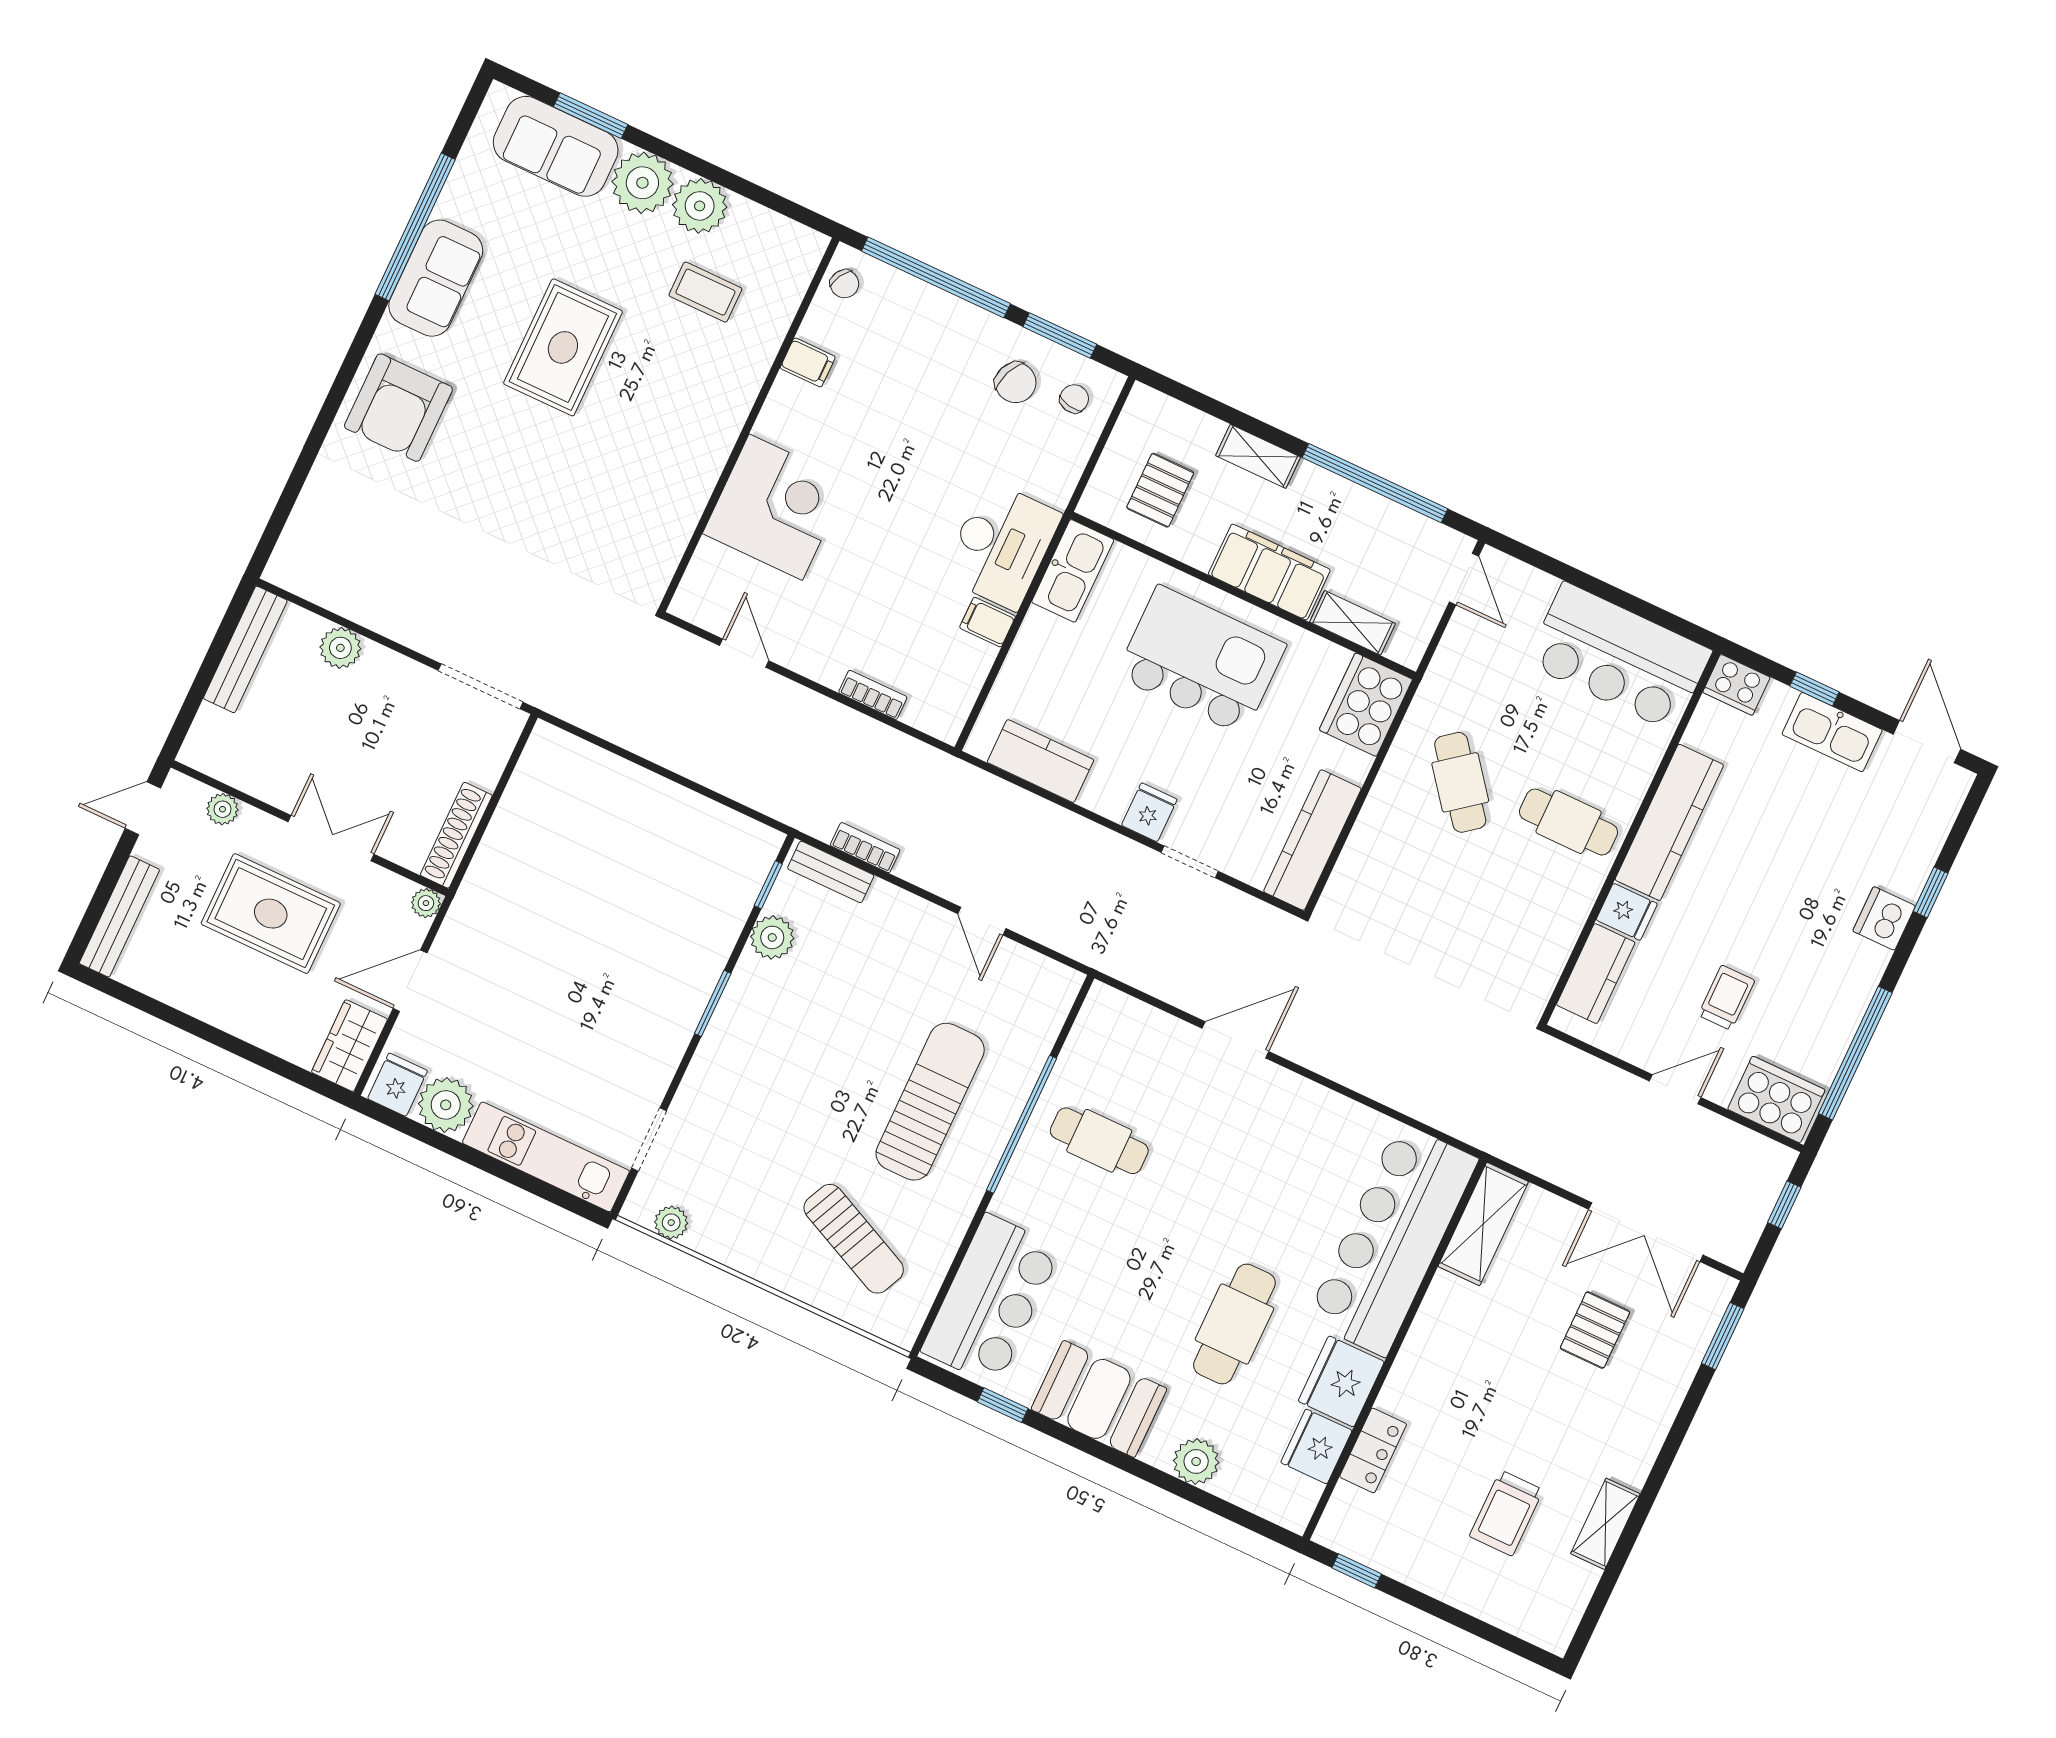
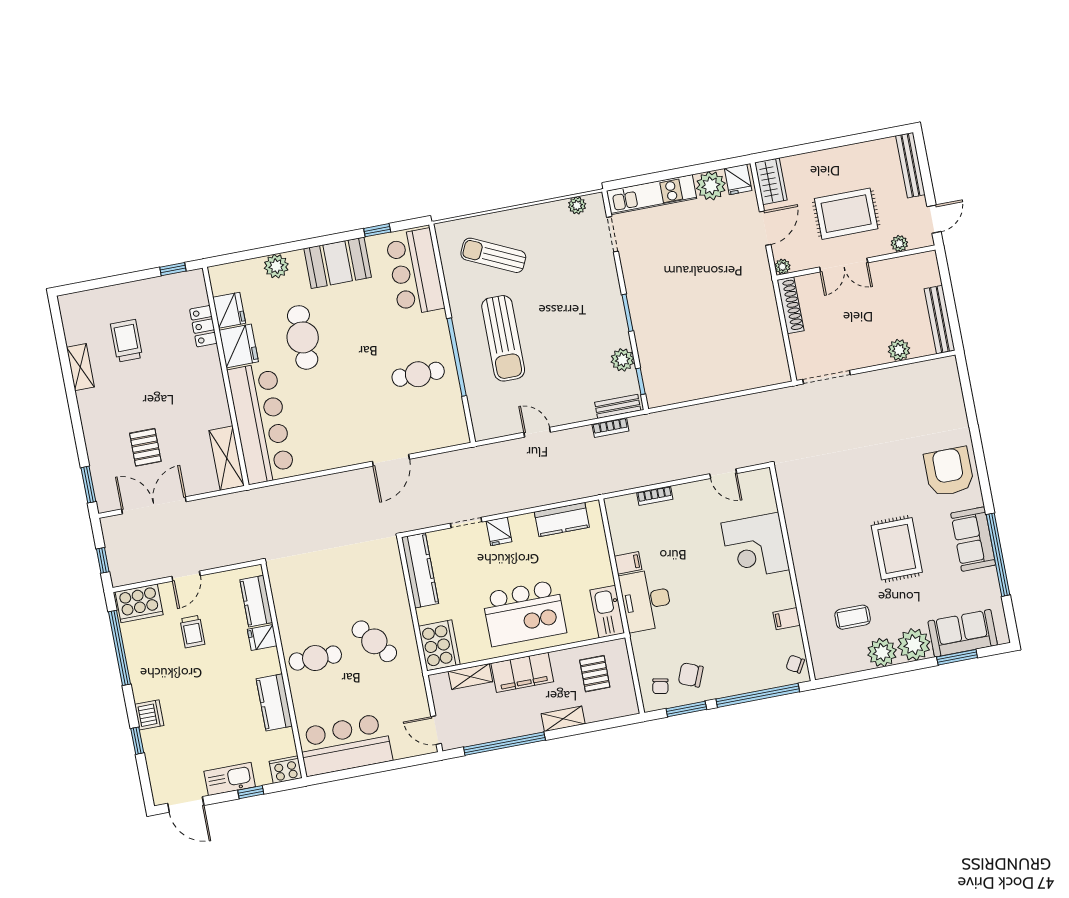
kitchen counter: (1669, 822) -> (274, 702), width x0.67

